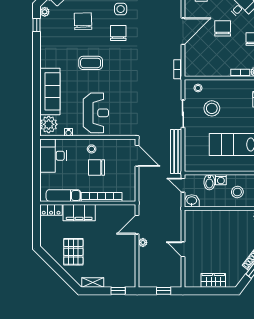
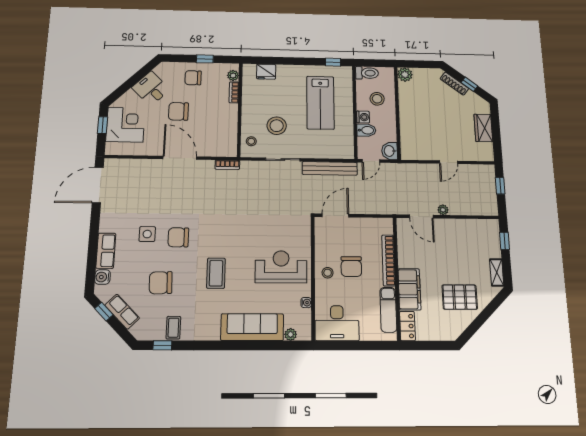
plant: (45, 12) -> (145, 334), removed
coffee table: (49, 33) -> (173, 328), added
plant: (49, 124) -> (291, 334), width x0.53, depth x0.53

